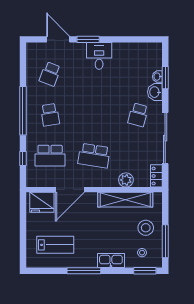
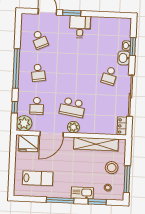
school desk: (50, 74) -> (40, 40), turned -45
school desk: (50, 156) -> (37, 106), width x0.54
plant: (35, 178) -> (24, 123), added
plant: (126, 180) -> (73, 127), moved
window: (145, 271) -> (97, 202), moved

